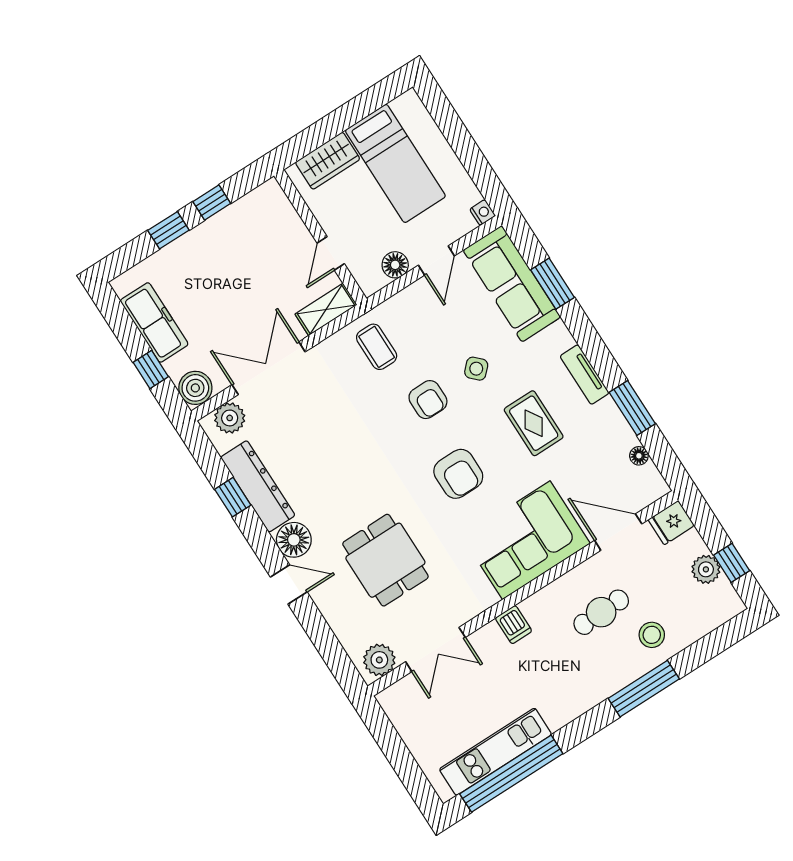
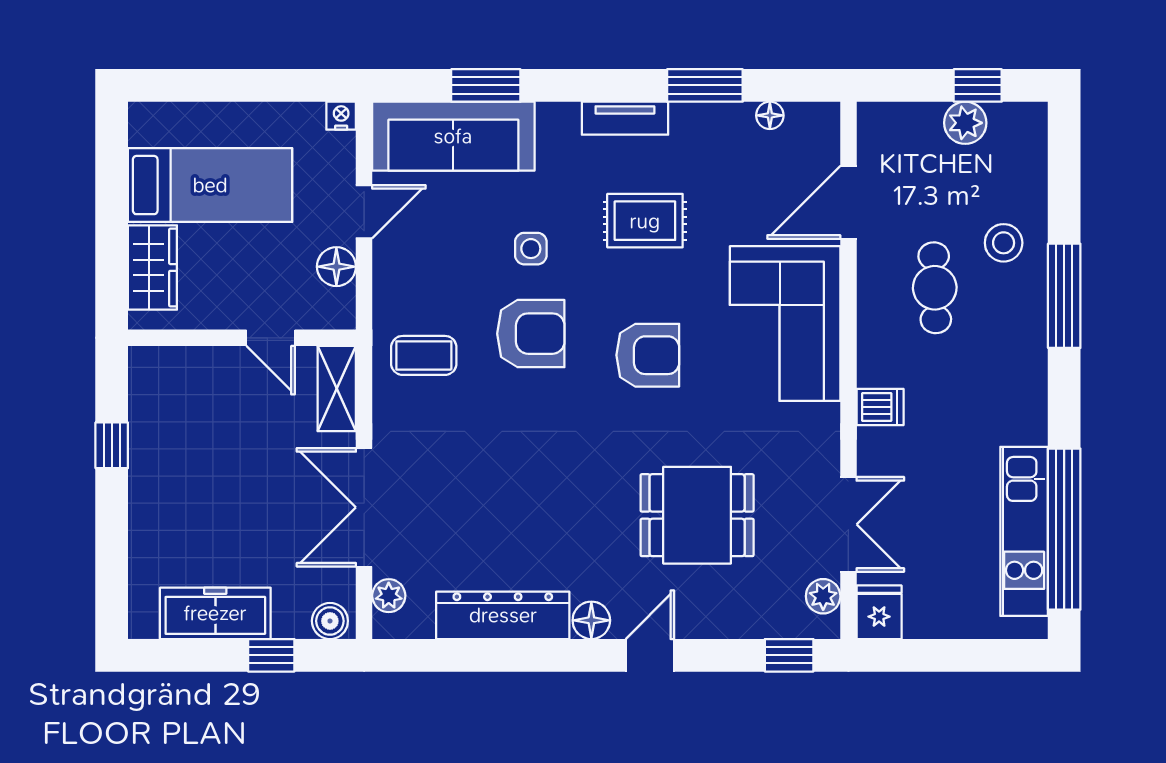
window: (168, 230) -> (112, 522), removed
door: (436, 261) -> (364, 212), hinge flipped
side table: (476, 369) -> (531, 249), turned 45
boiler: (195, 388) -> (330, 621), width x0.73, depth x0.73
armchair: (428, 400) -> (531, 334), width x1.38, depth x1.38
plant: (230, 418) -> (389, 596), width x0.73, depth x0.73
window: (233, 497) -> (789, 655), moved
fridge: (671, 523) -> (879, 612), moved, turned 180
floor lamp: (294, 540) -> (591, 620), width x0.73, depth x0.73
plant: (379, 660) -> (823, 596), width x0.73, depth x0.73

